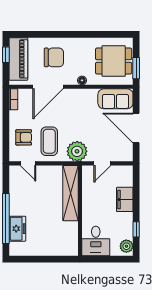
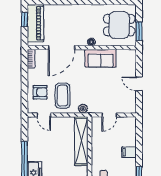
chair: (54, 57) -> (67, 22), removed
sofa: (115, 99) -> (101, 58), moved
door: (136, 128) -> (139, 84), width x0.53
plant: (77, 151) -> (83, 109), width x0.53, depth x0.53
filing cabinet: (125, 199) -> (129, 152), width x0.50

